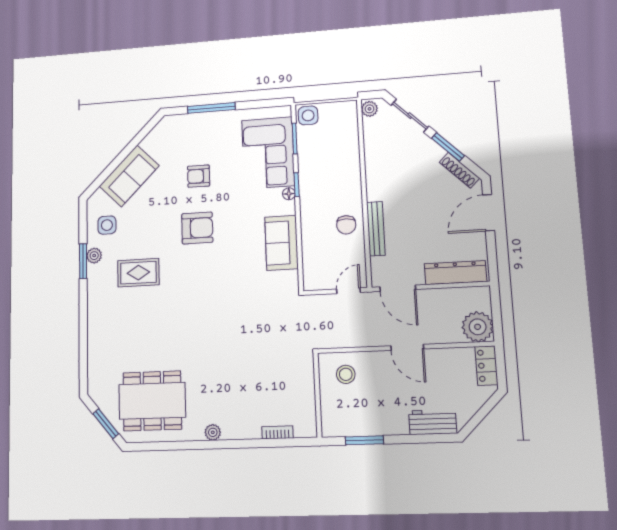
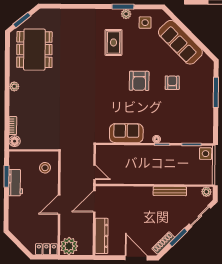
corner sofa: (268, 153) -> (184, 127), removed
sofa: (129, 176) -> (180, 42), width x1.36
chair: (346, 225) -> (135, 173), removed
bench: (376, 229) -> (170, 191), moved
workbench: (433, 422) -> (16, 183), moved
floor lamp: (304, 428) -> (15, 141), added

